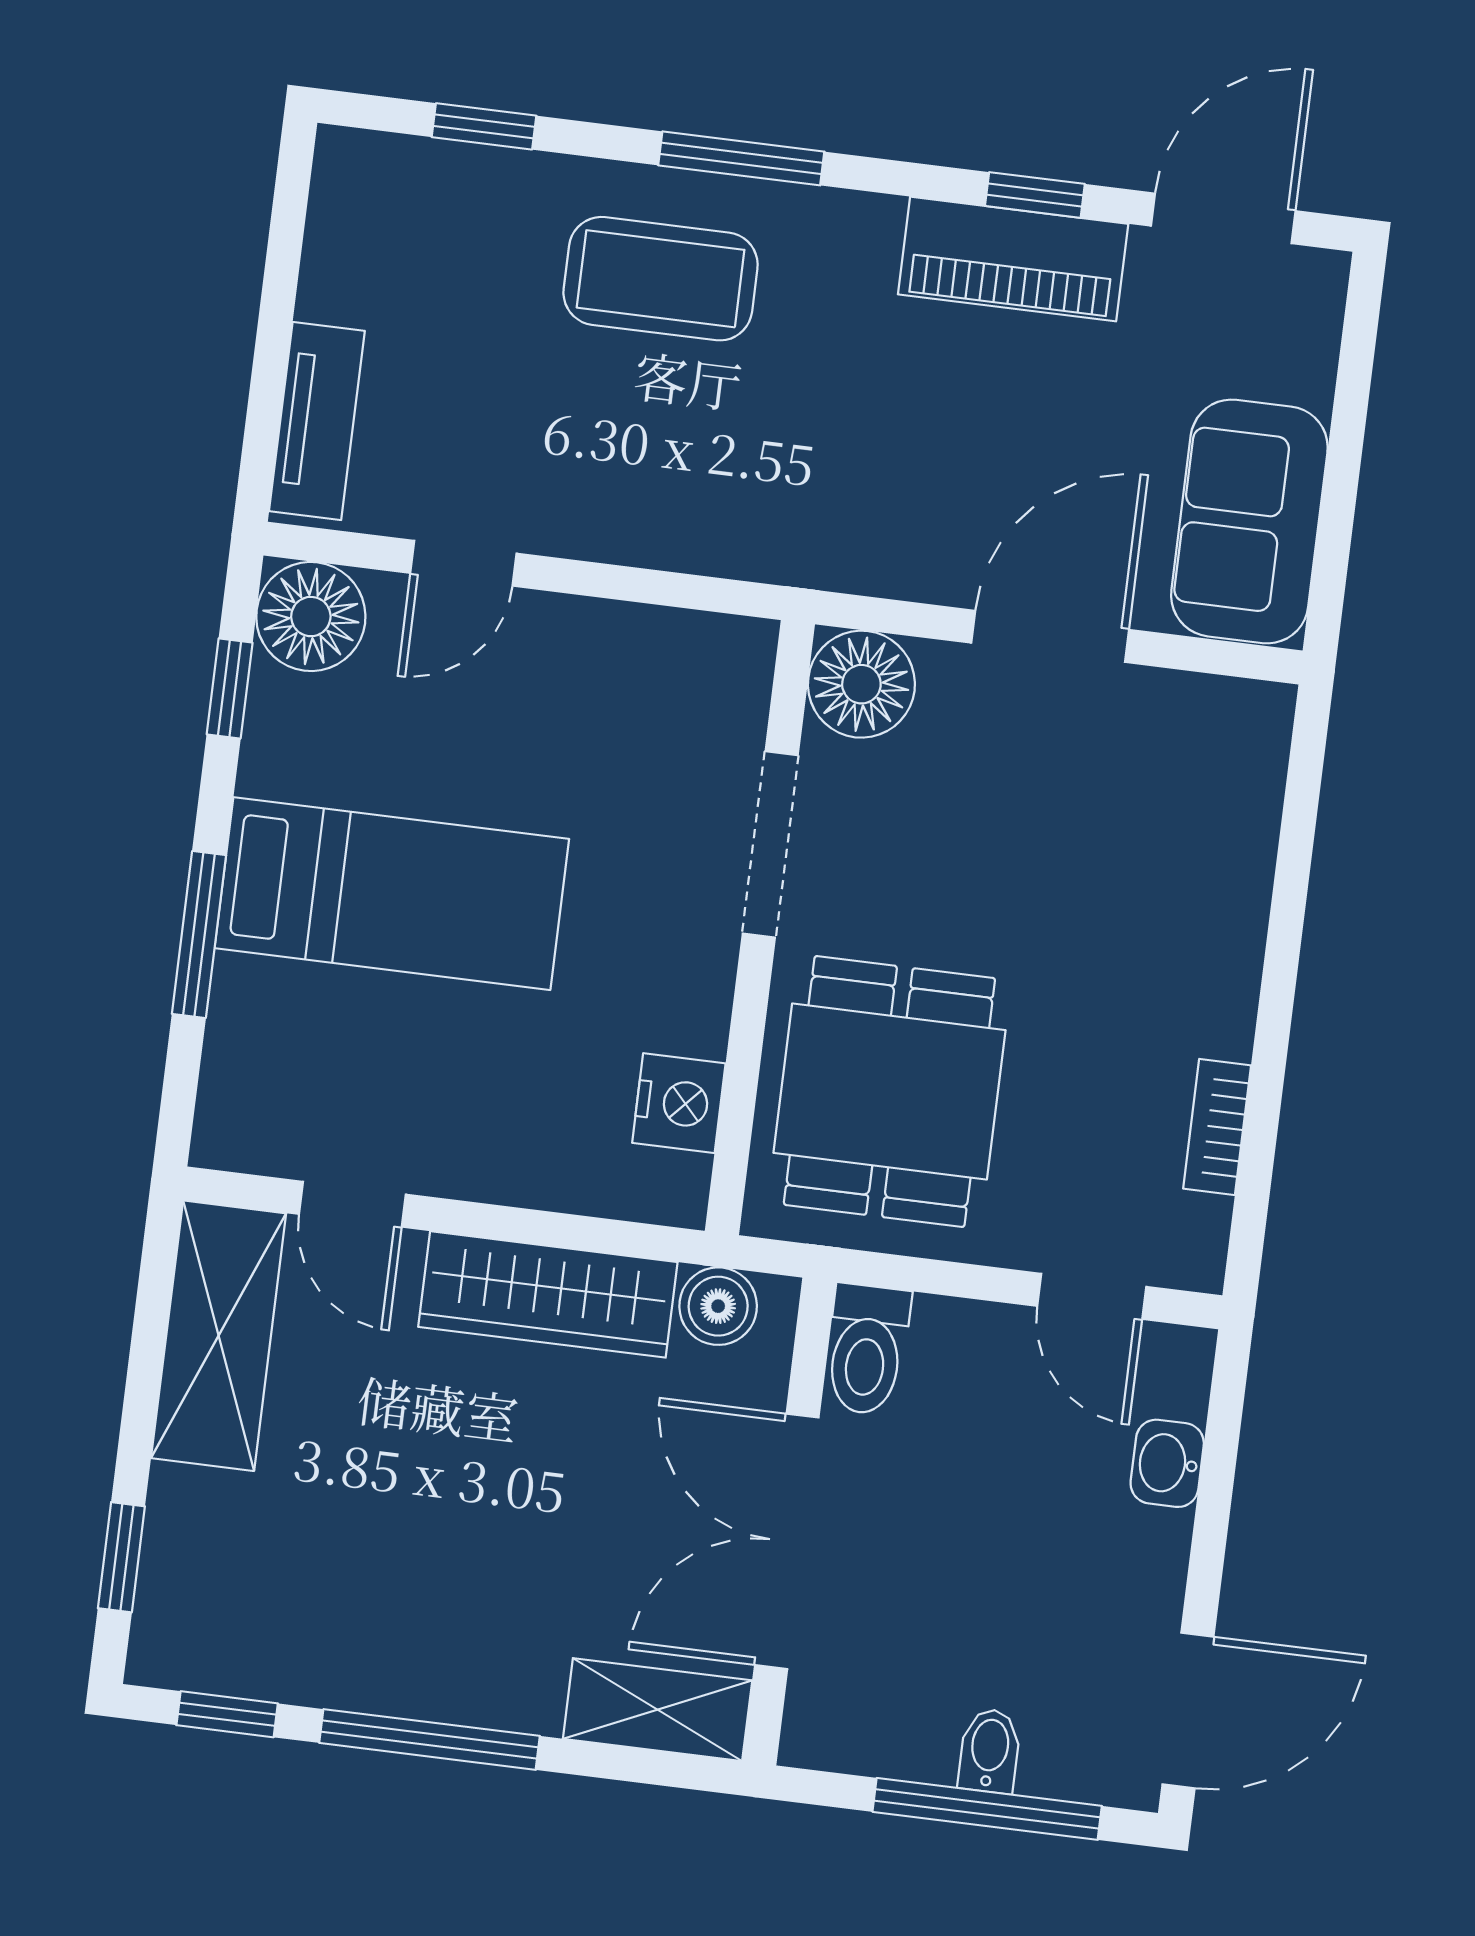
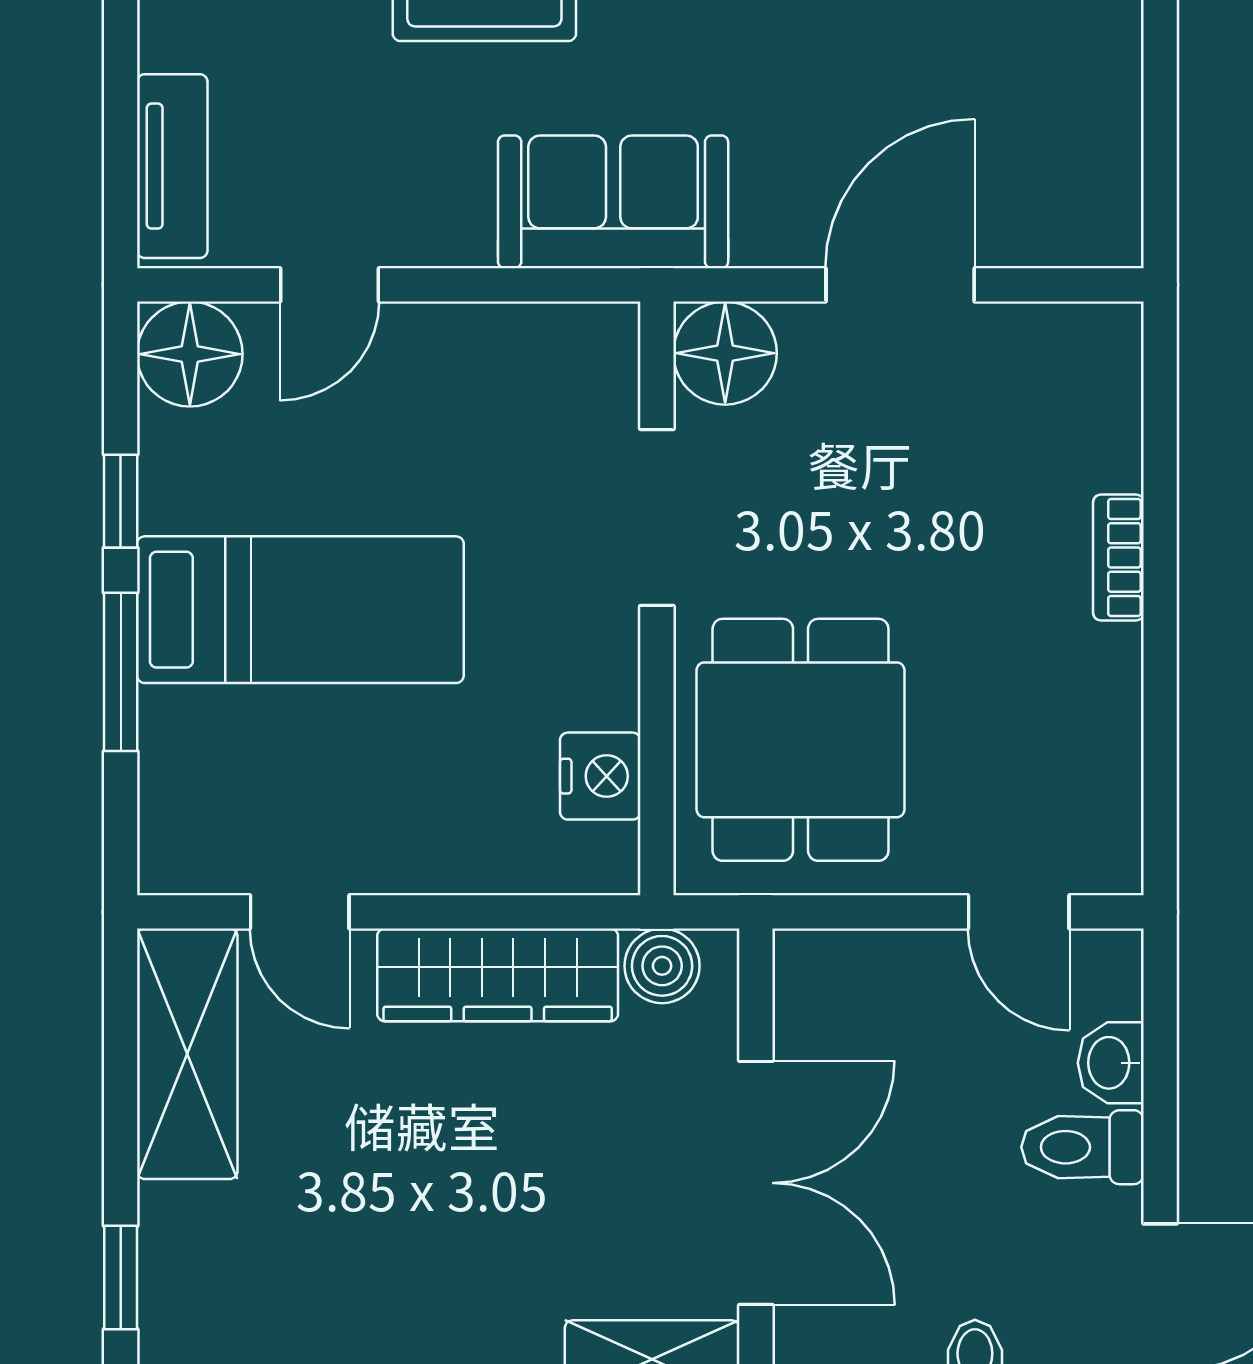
sofa: (1249, 521) -> (613, 202), moved, turned 90
window: (230, 688) -> (121, 501), moved
bookcase: (1217, 1127) -> (1118, 558), moved
toilet: (867, 1349) -> (1083, 1147), moved, turned 90
double door: (787, 1541) -> (756, 1183), swing flipped

